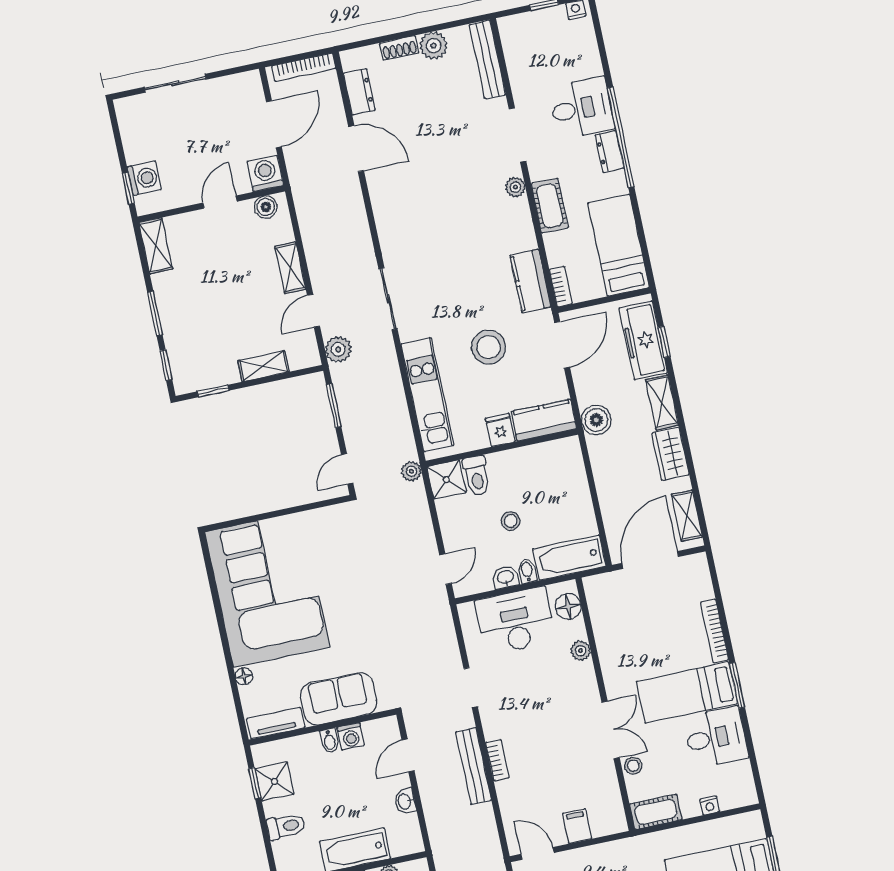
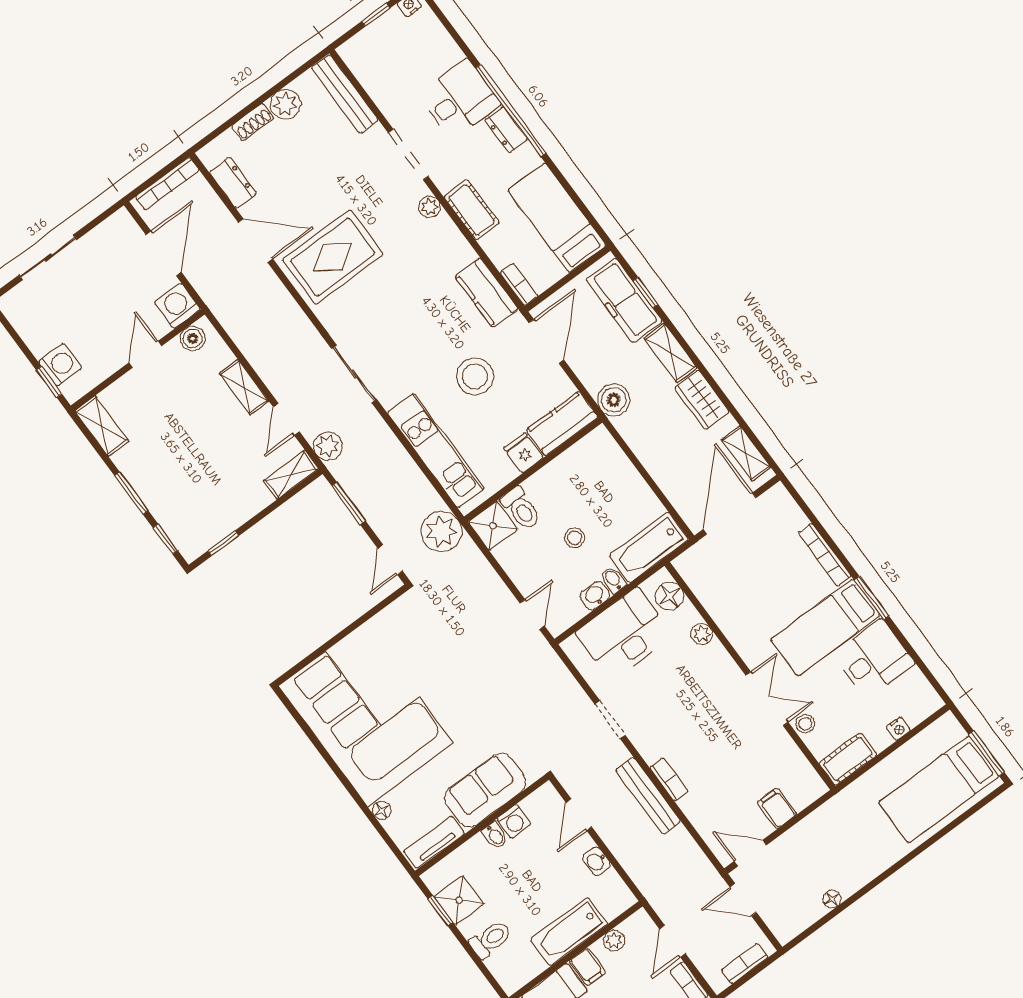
rug: (415, 192) -> (333, 257), added
shelving: (263, 366) -> (291, 475), moved
plant: (411, 471) -> (441, 531), width x1.88, depth x1.88

